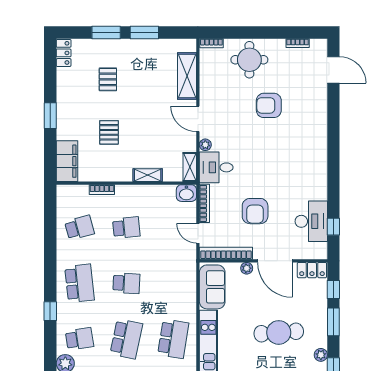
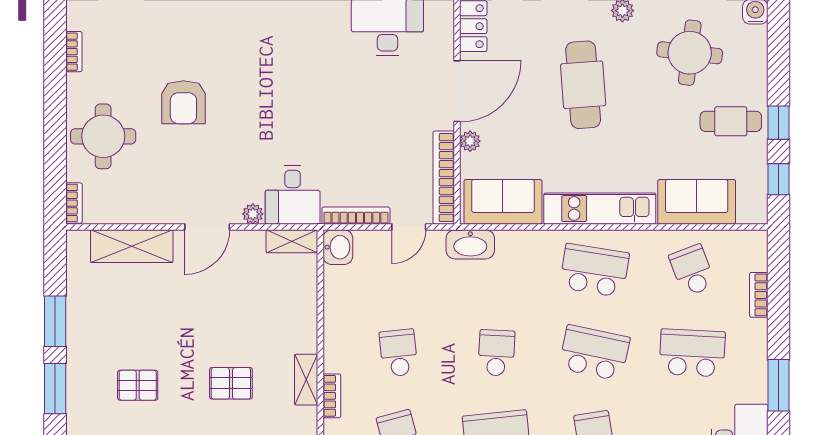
shelving: (148, 175) -> (306, 380), moved
armchair: (255, 211) -> (369, 126), removed
washbasin: (188, 268) -> (470, 244), added

